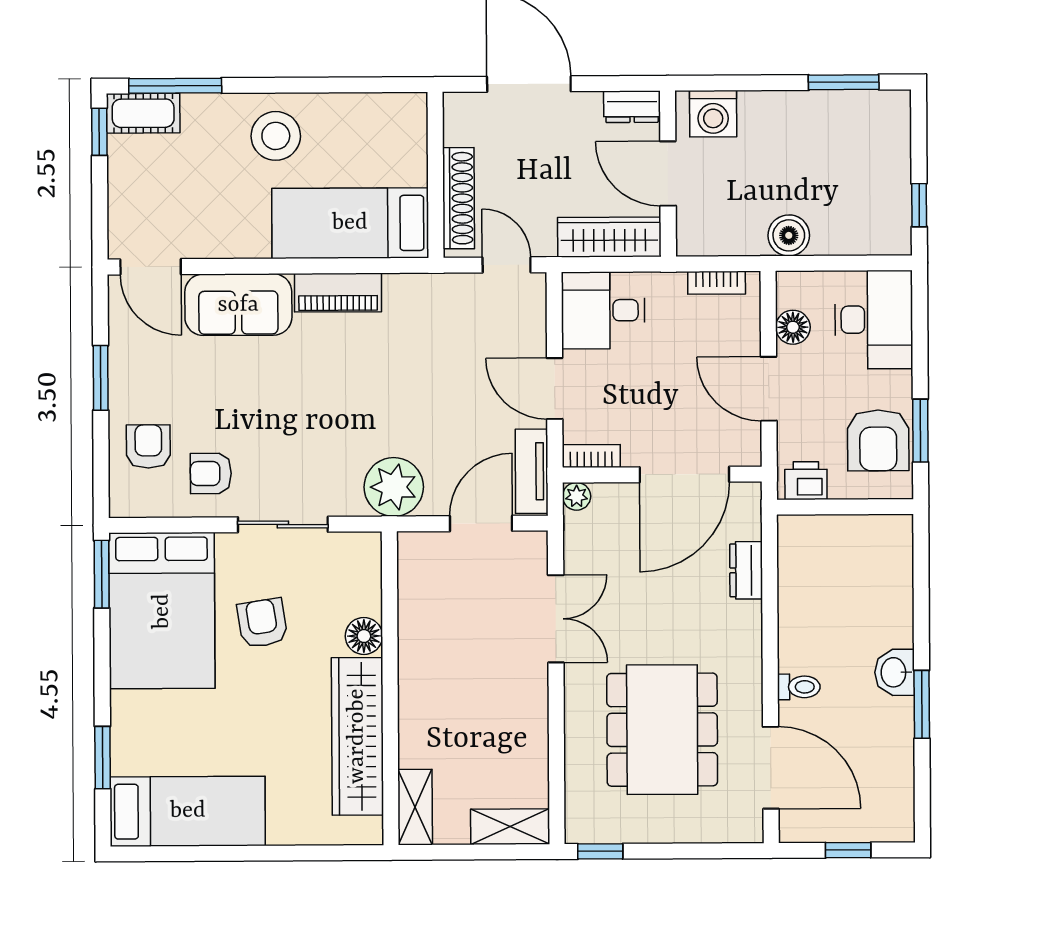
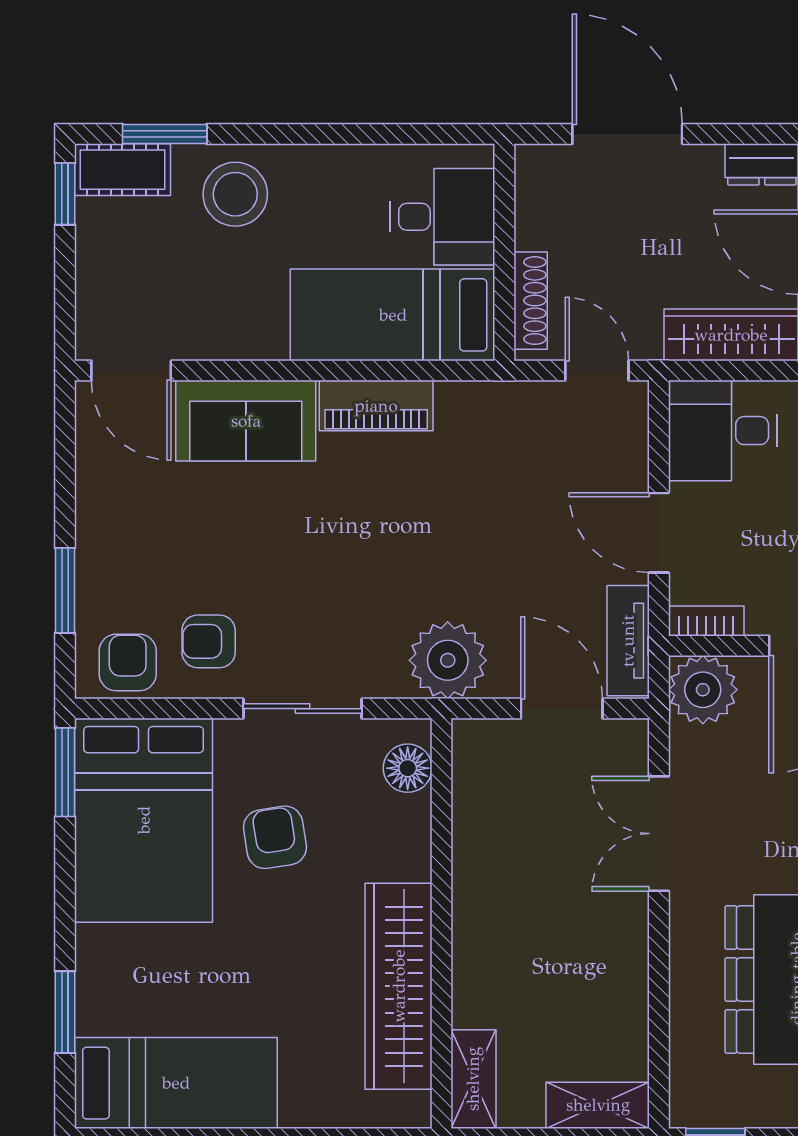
window: (175, 86) -> (165, 134), width x0.69
stool: (276, 136) -> (235, 194), moved
desk: (388, 148) -> (443, 217), added
shoe rack: (459, 198) -> (531, 301), width x0.74, depth x0.81
window: (101, 378) -> (65, 590), moved
armchair: (148, 446) -> (128, 662), moved
plant: (577, 496) -> (703, 690), width x1.88, depth x1.88
door: (481, 523) -> (562, 709), hinge flipped
double door: (556, 619) -> (659, 834), swing flipped
floor lamp: (364, 636) -> (408, 768), moved

